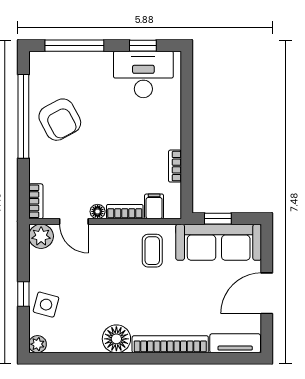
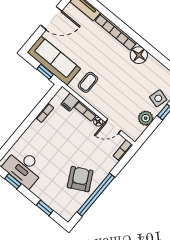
window: (74, 46) -> (45, 208), width x0.46
door: (74, 221) -> (113, 126), swing flipped
plant: (41, 236) -> (146, 118), moved

